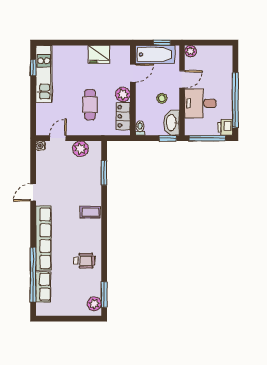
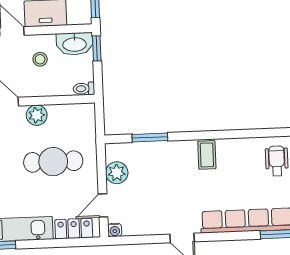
cafe table: (90, 105) -> (53, 162), width x1.37, depth x1.35
locker: (123, 116) -> (74, 229), moved, turned 180
door: (58, 138) -> (103, 205), hinge flipped

